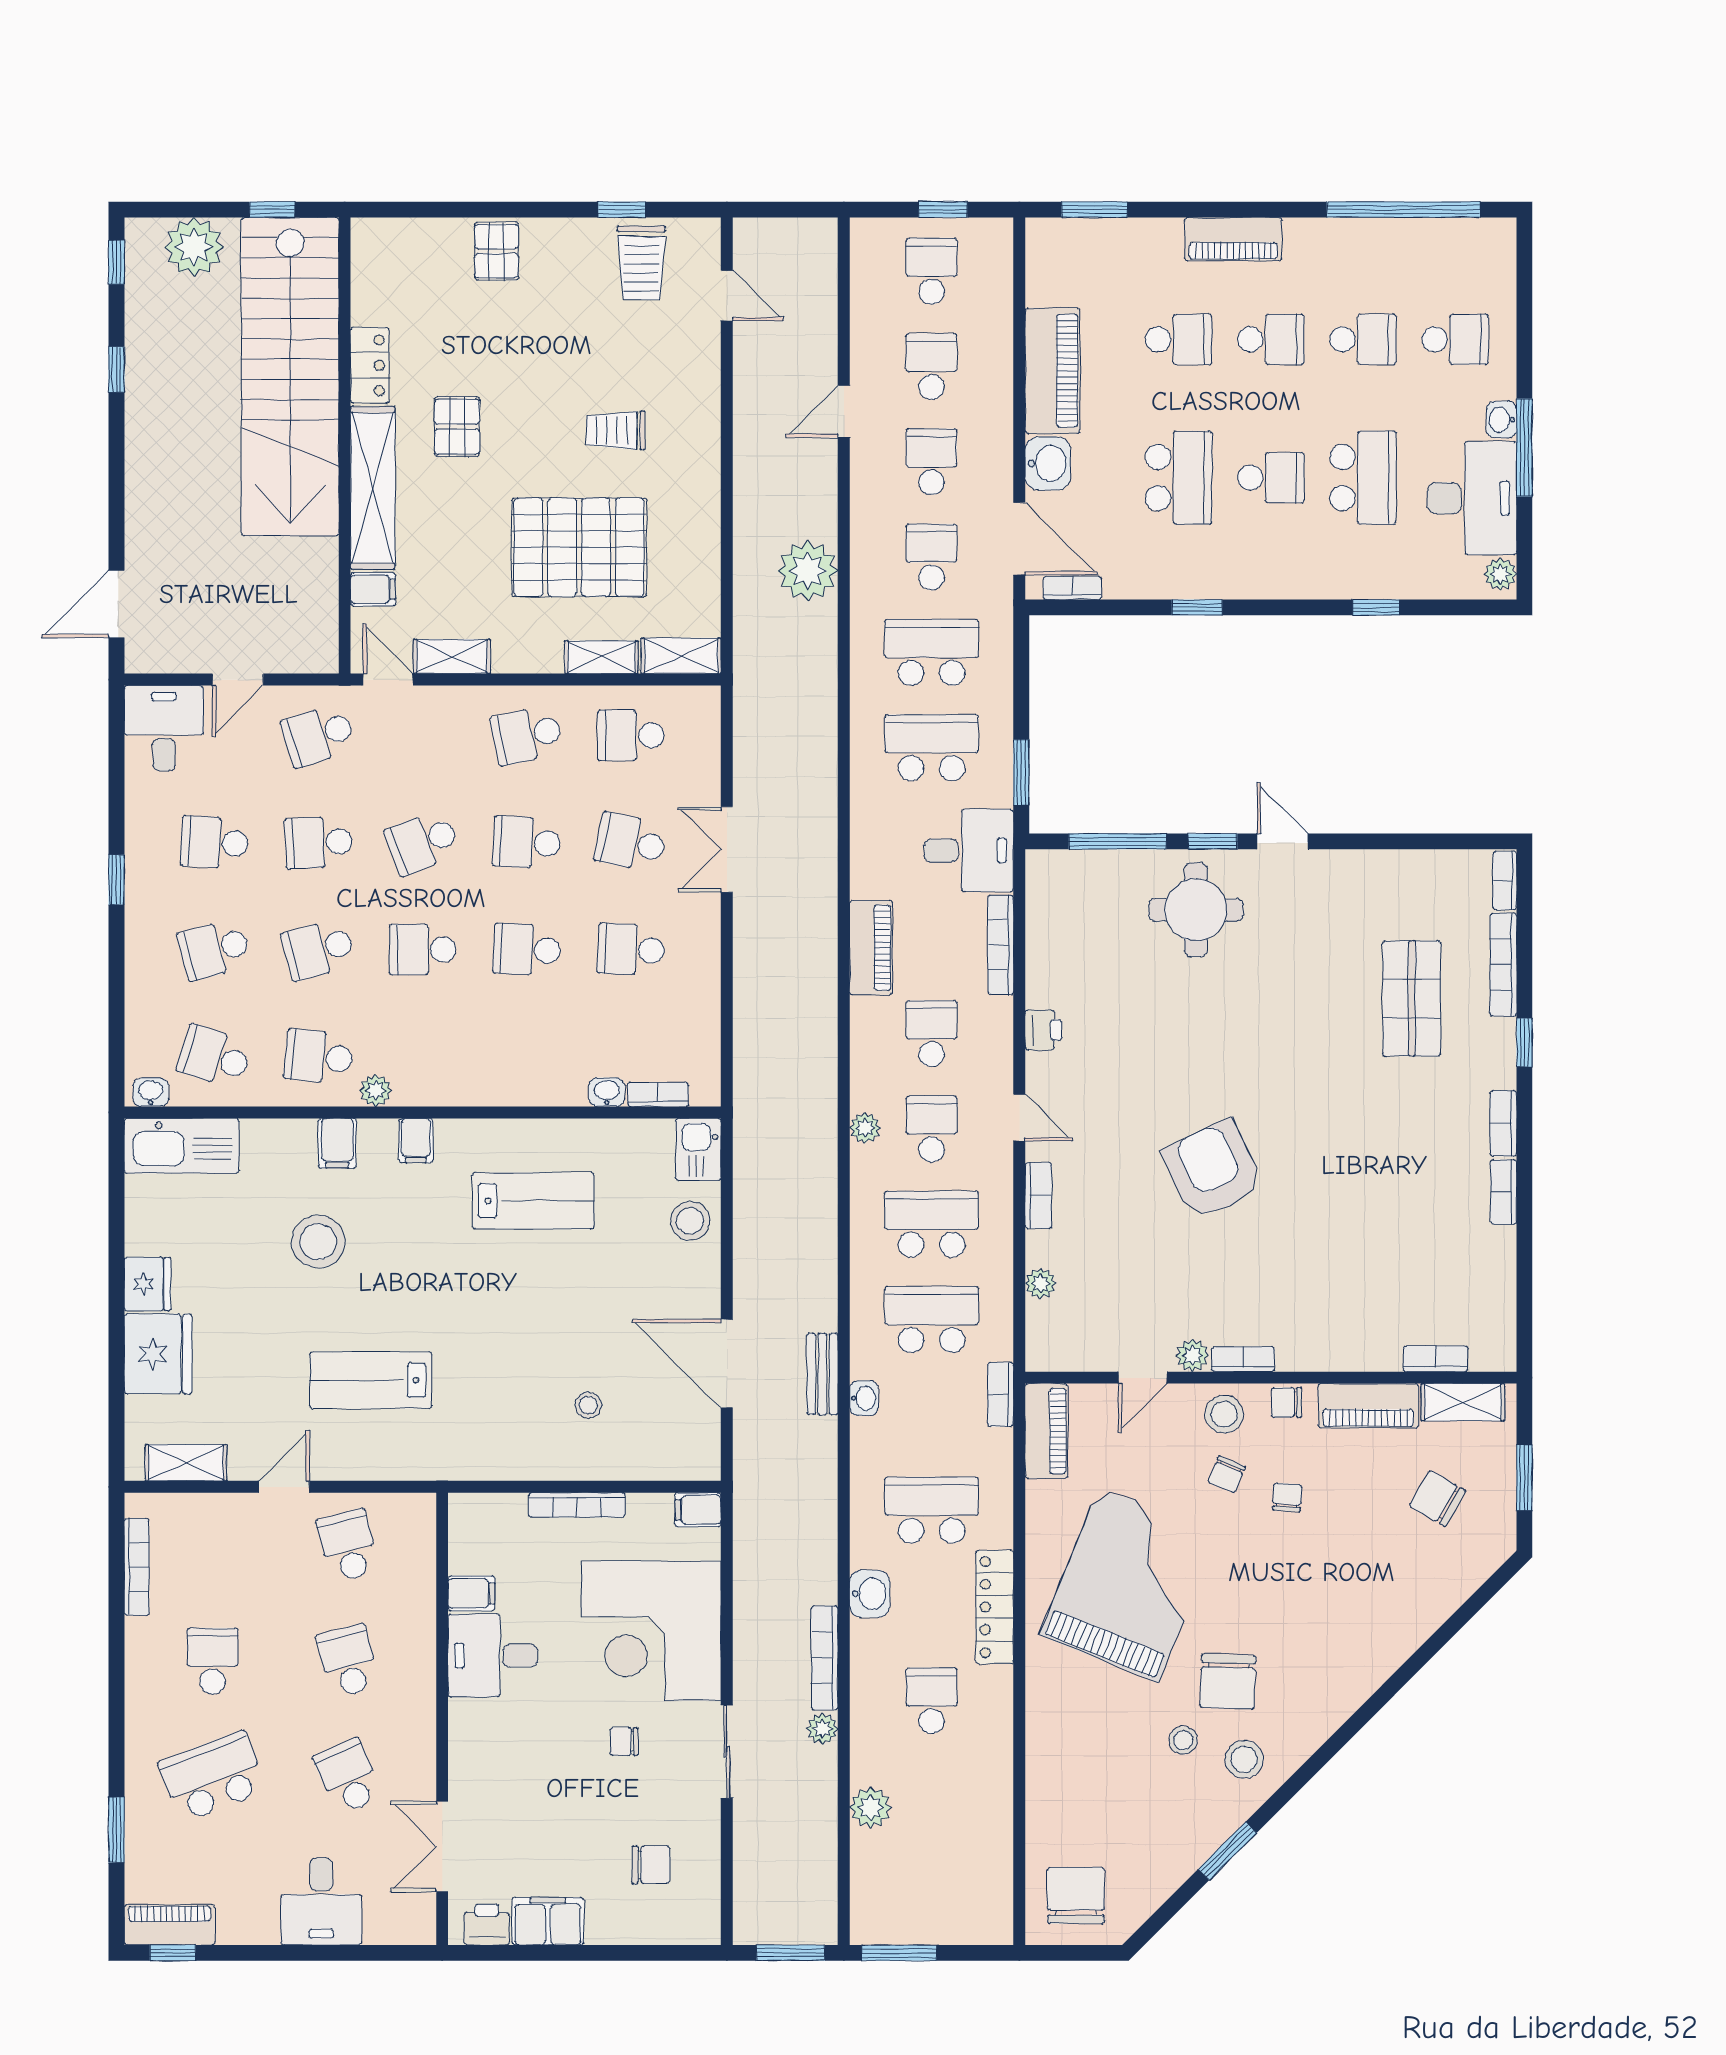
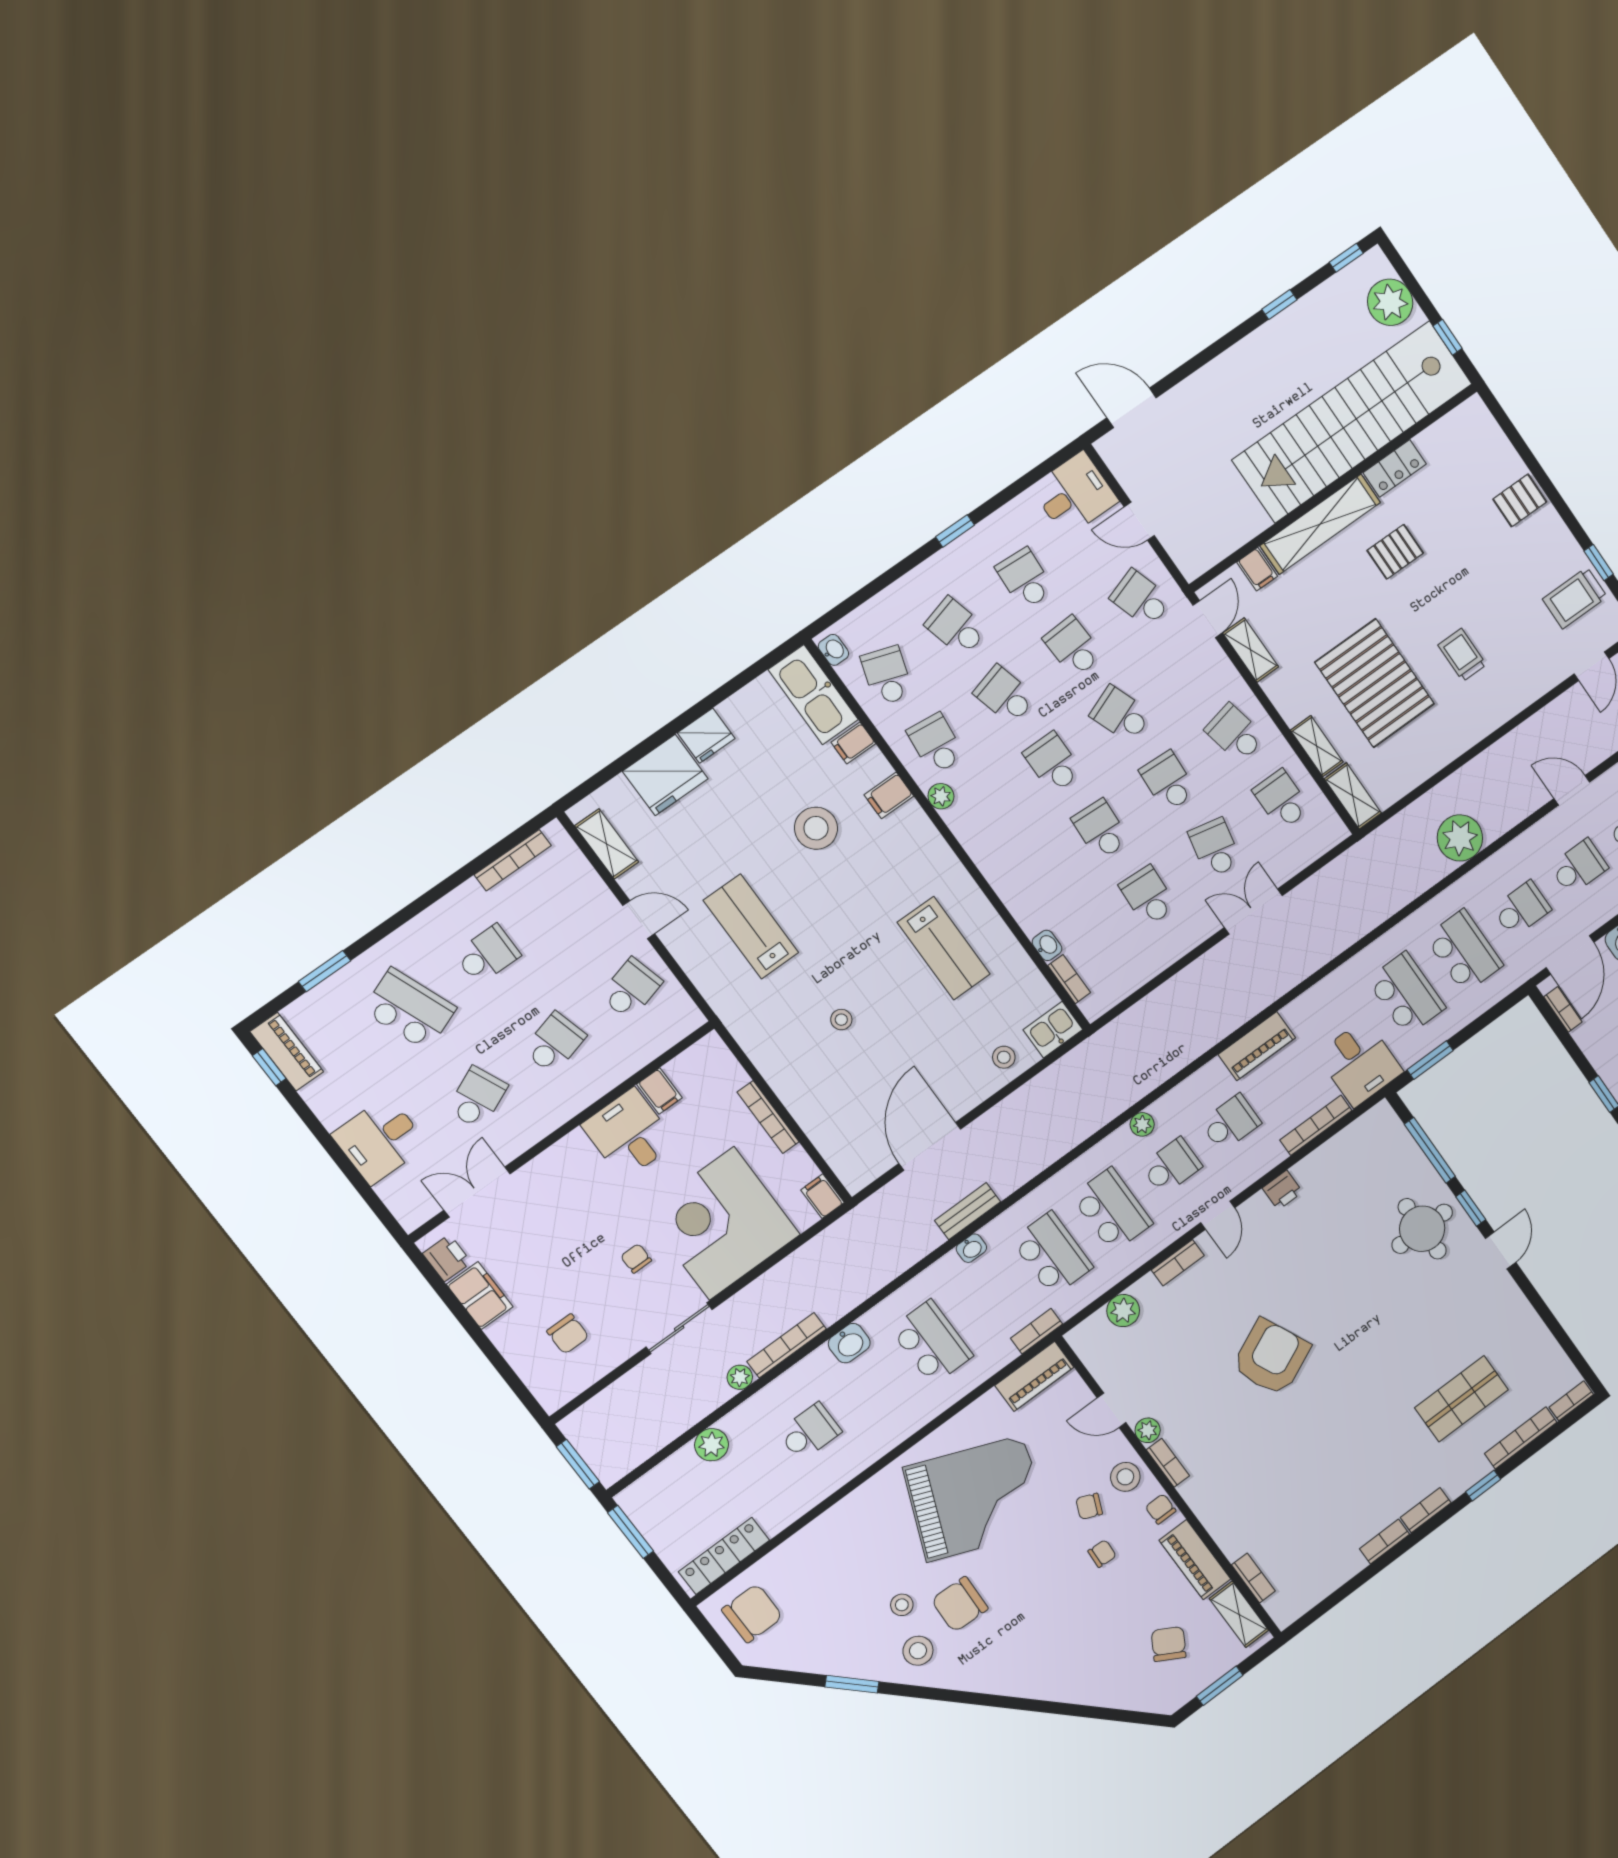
filing cabinet: (416, 1141) -> (853, 743), moved
stool: (690, 1221) -> (1004, 1057), width x0.73, depth x0.73
plant: (1041, 1283) -> (1123, 1311), width x1.38, depth x1.38
stool: (588, 1405) -> (841, 1020), moved
locker: (995, 1607) -> (724, 1556), moved

